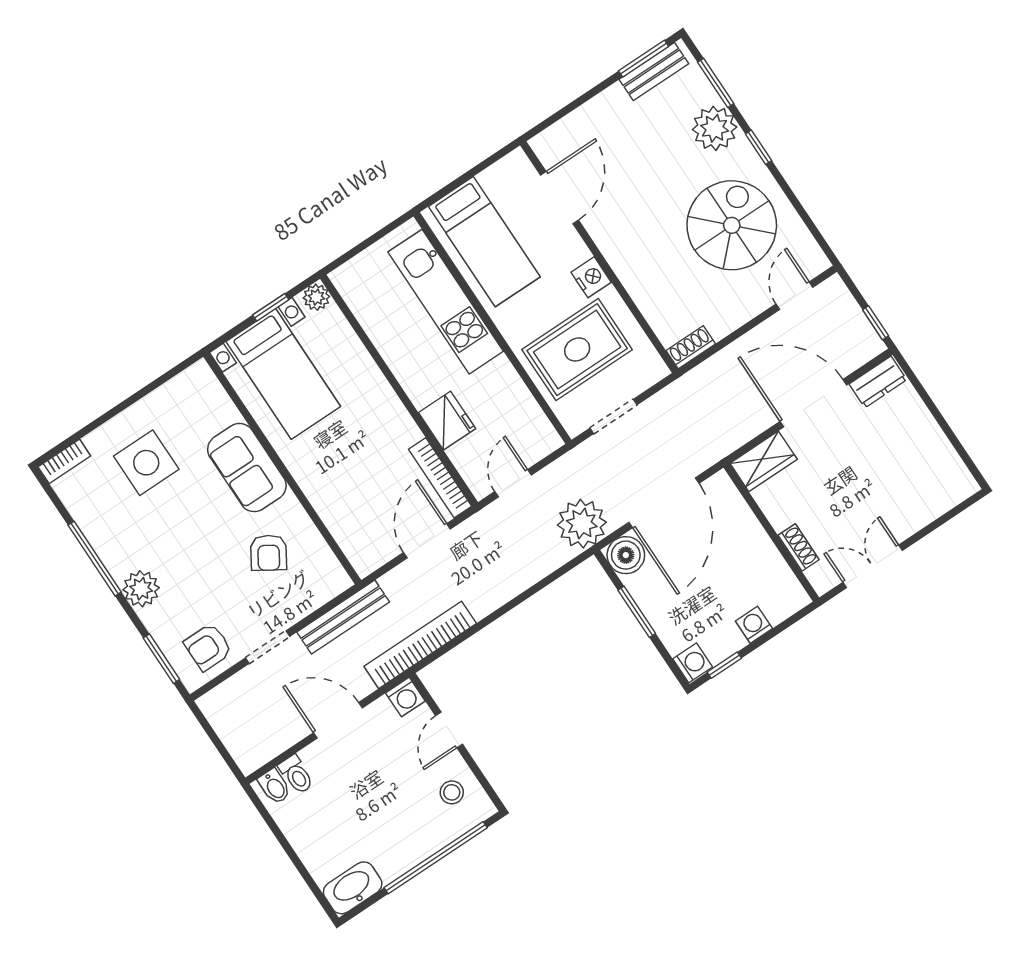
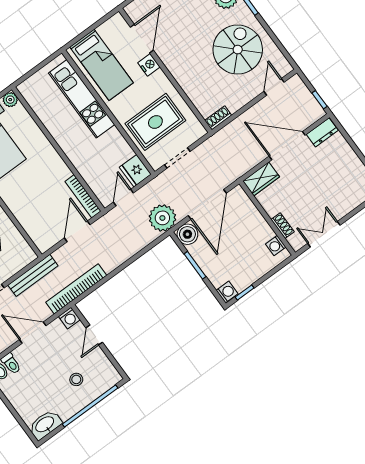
nightstand: (591, 277) -> (149, 65), moved
fridge: (447, 421) -> (135, 171), moved, turned 180
washing machine: (754, 625) -> (276, 246), moved, turned -90
stool: (452, 792) -> (76, 379), moved

